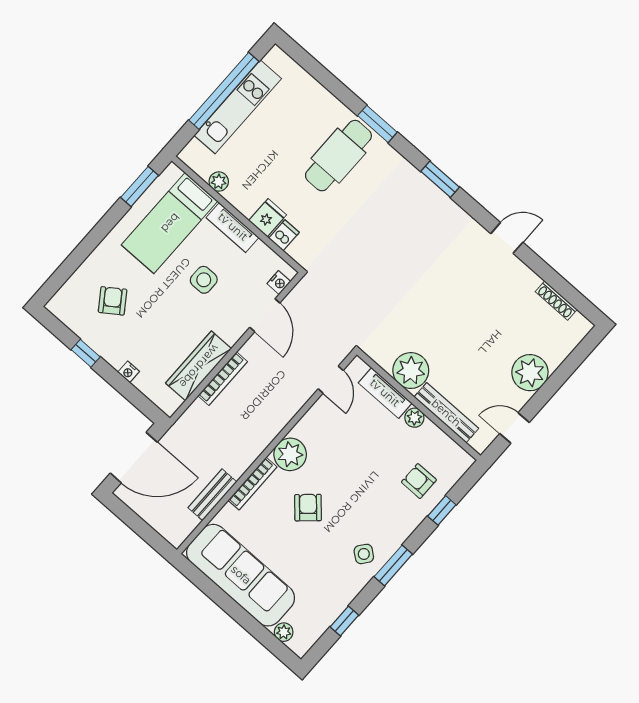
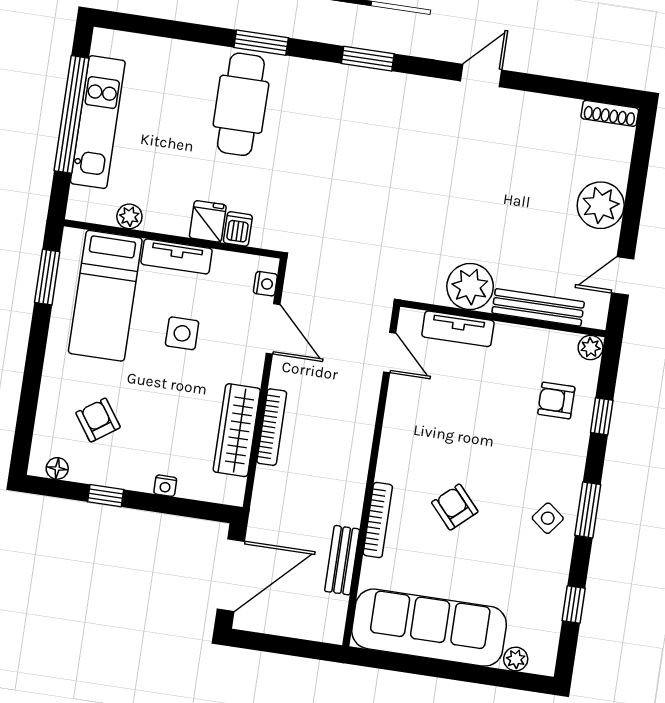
shoe rack: (556, 300) -> (610, 113), moved
floor lamp: (66, 315) -> (57, 468), added
plant: (414, 418) -> (591, 348), moved
plant: (290, 454) -> (398, 462), removed

